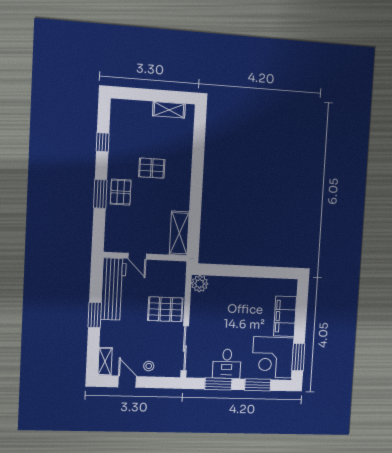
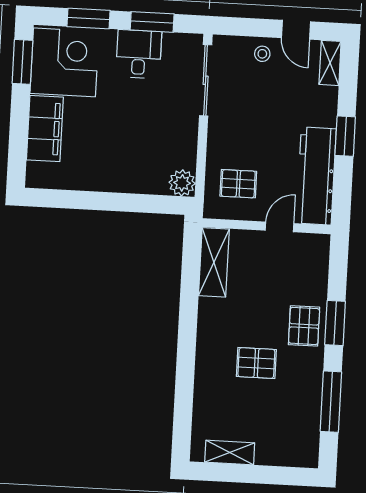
window: (103, 142) -> (331, 402), width x2.17
door: (137, 256) -> (280, 227), hinge flipped
pallet: (165, 309) -> (238, 184), moved, width x0.67, depth x0.71

